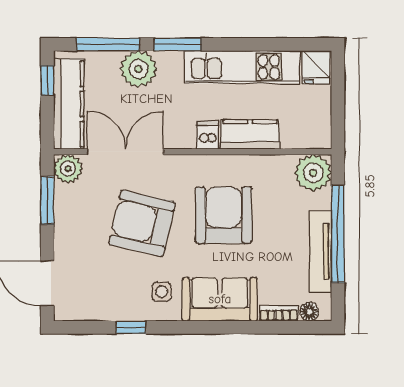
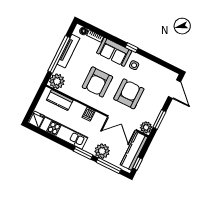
kitchen counter: (250, 135) -> (60, 100), moved
armchair: (142, 223) -> (129, 94), turned -103
window: (131, 327) -> (132, 48), moved

